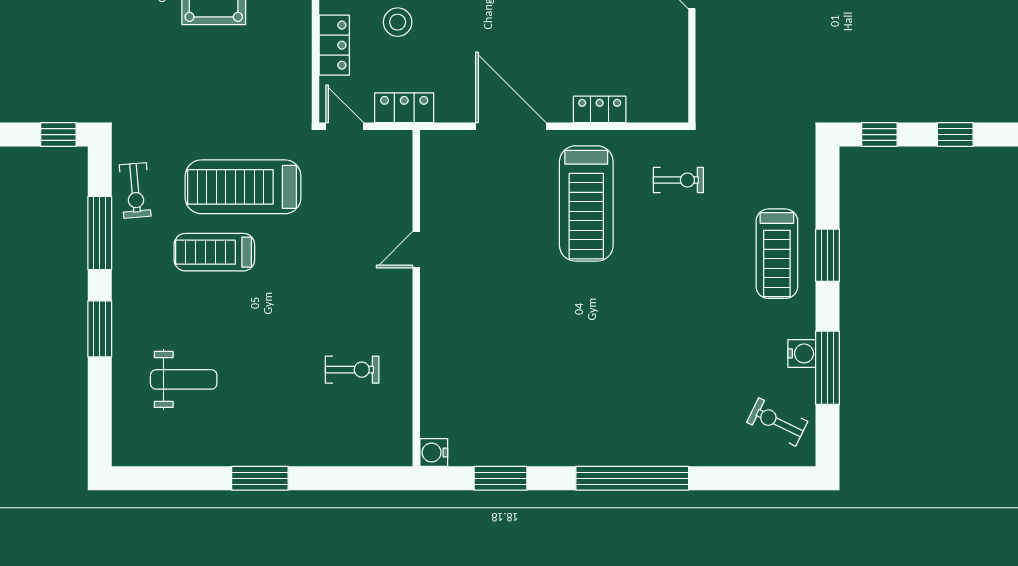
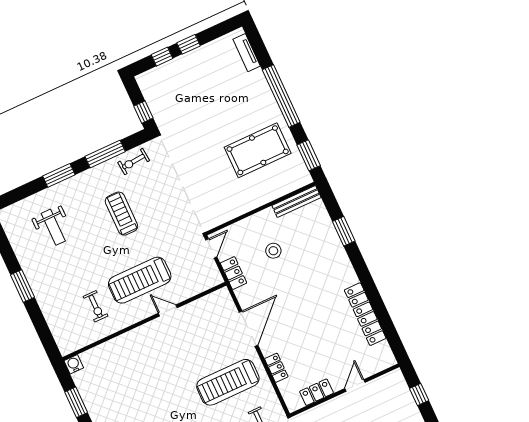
locker: (334, 45) -> (317, 392), moved, turned 180
treadmill: (243, 187) -> (140, 280), moved, turned -90

